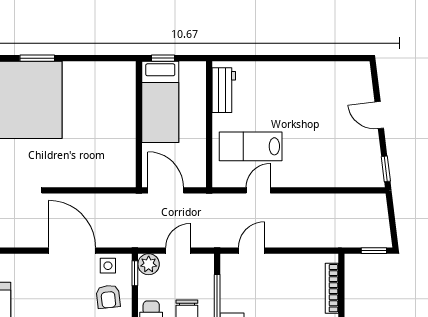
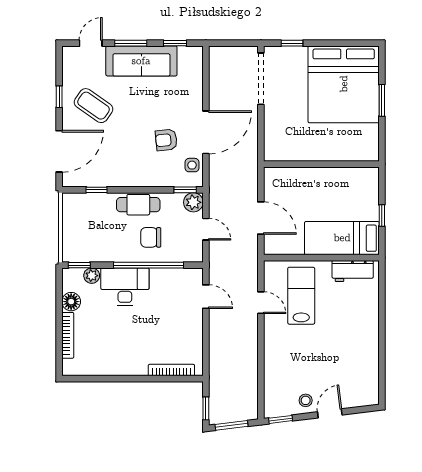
bed: (160, 102) -> (342, 238), moved
wall: (139, 124) -> (321, 164), moved
stool: (365, 142) -> (306, 400), added
door: (166, 190) -> (261, 218), hinge flipped
window: (392, 223) -> (231, 425), added
armchair: (108, 297) -> (166, 140), moved

